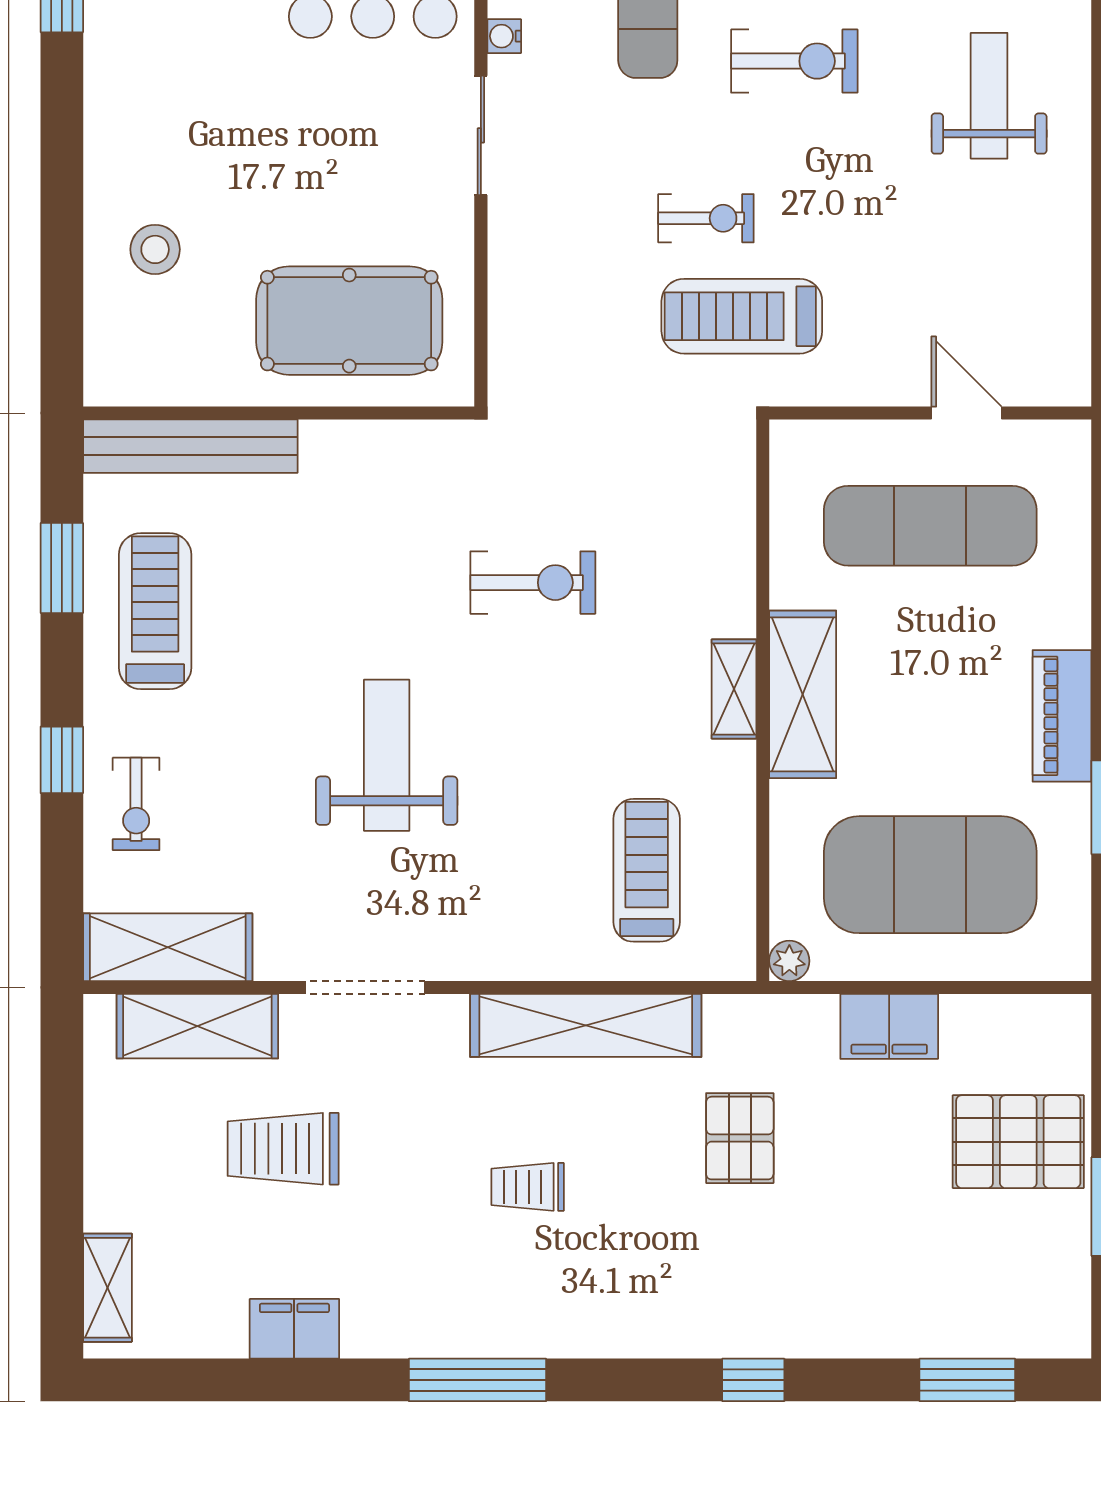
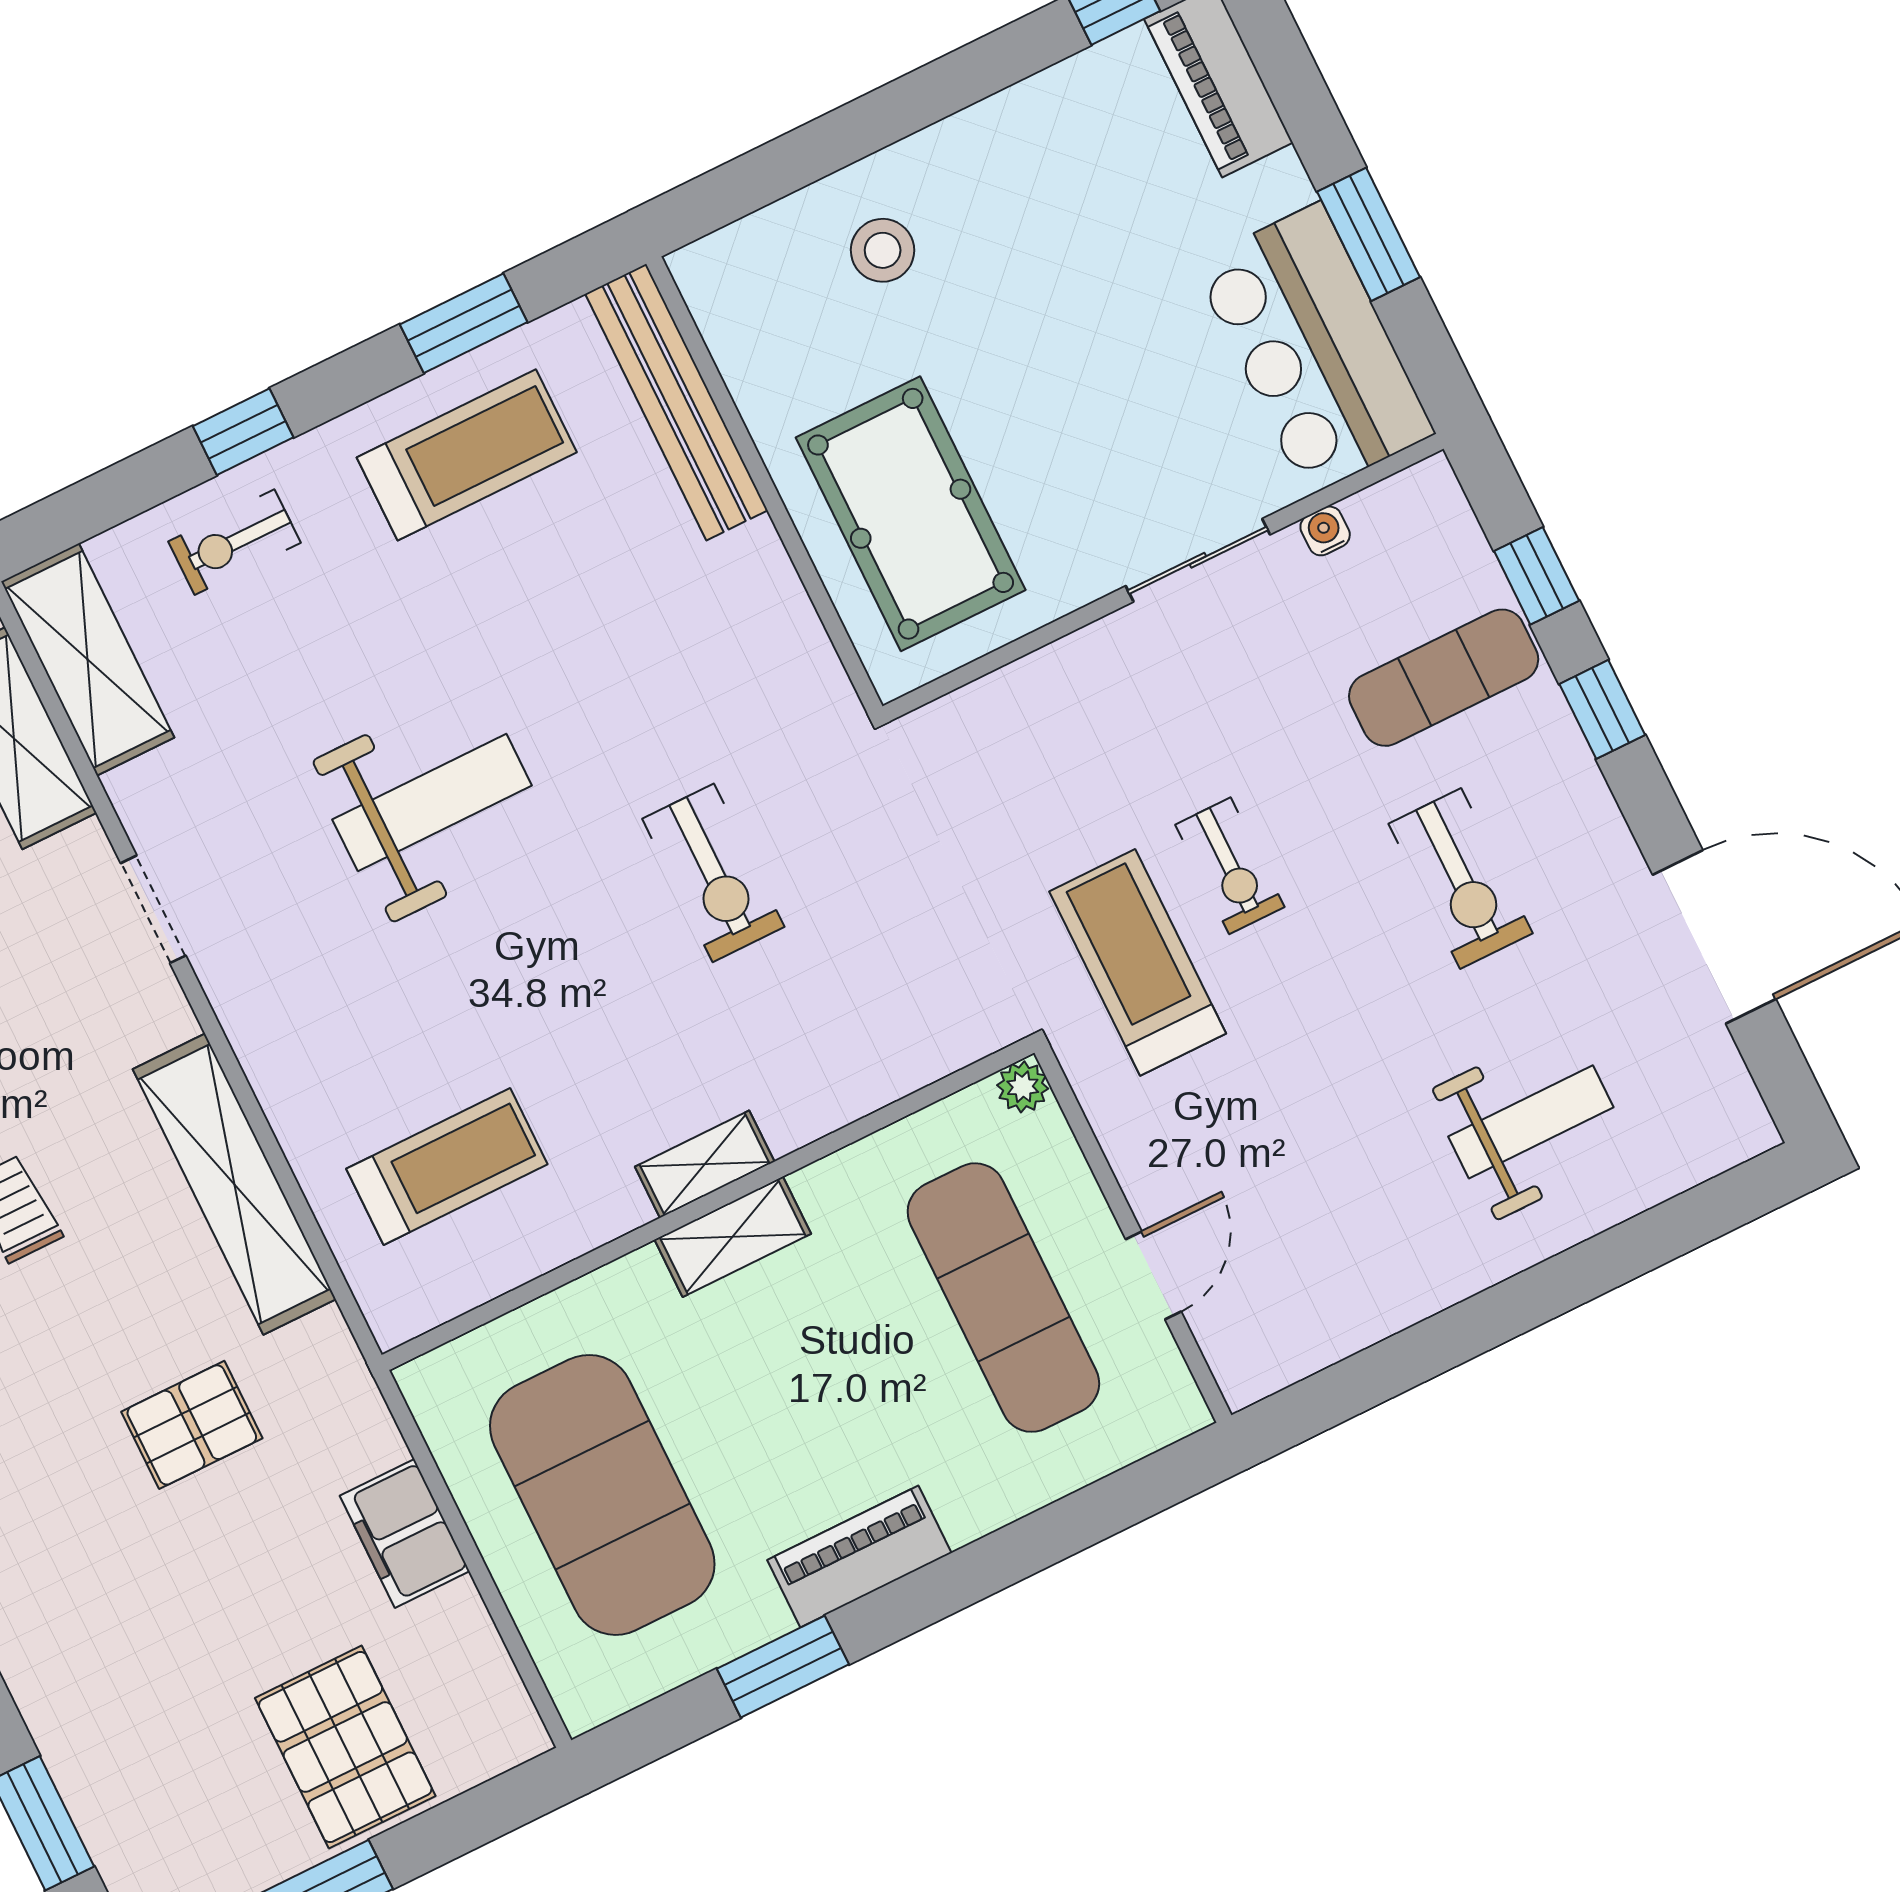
shelving: (803, 694) -> (733, 1237), width x0.67, depth x0.75
plant: (789, 961) -> (1023, 1087), moved
doorway: (365, 987) -> (153, 909), width x0.73

